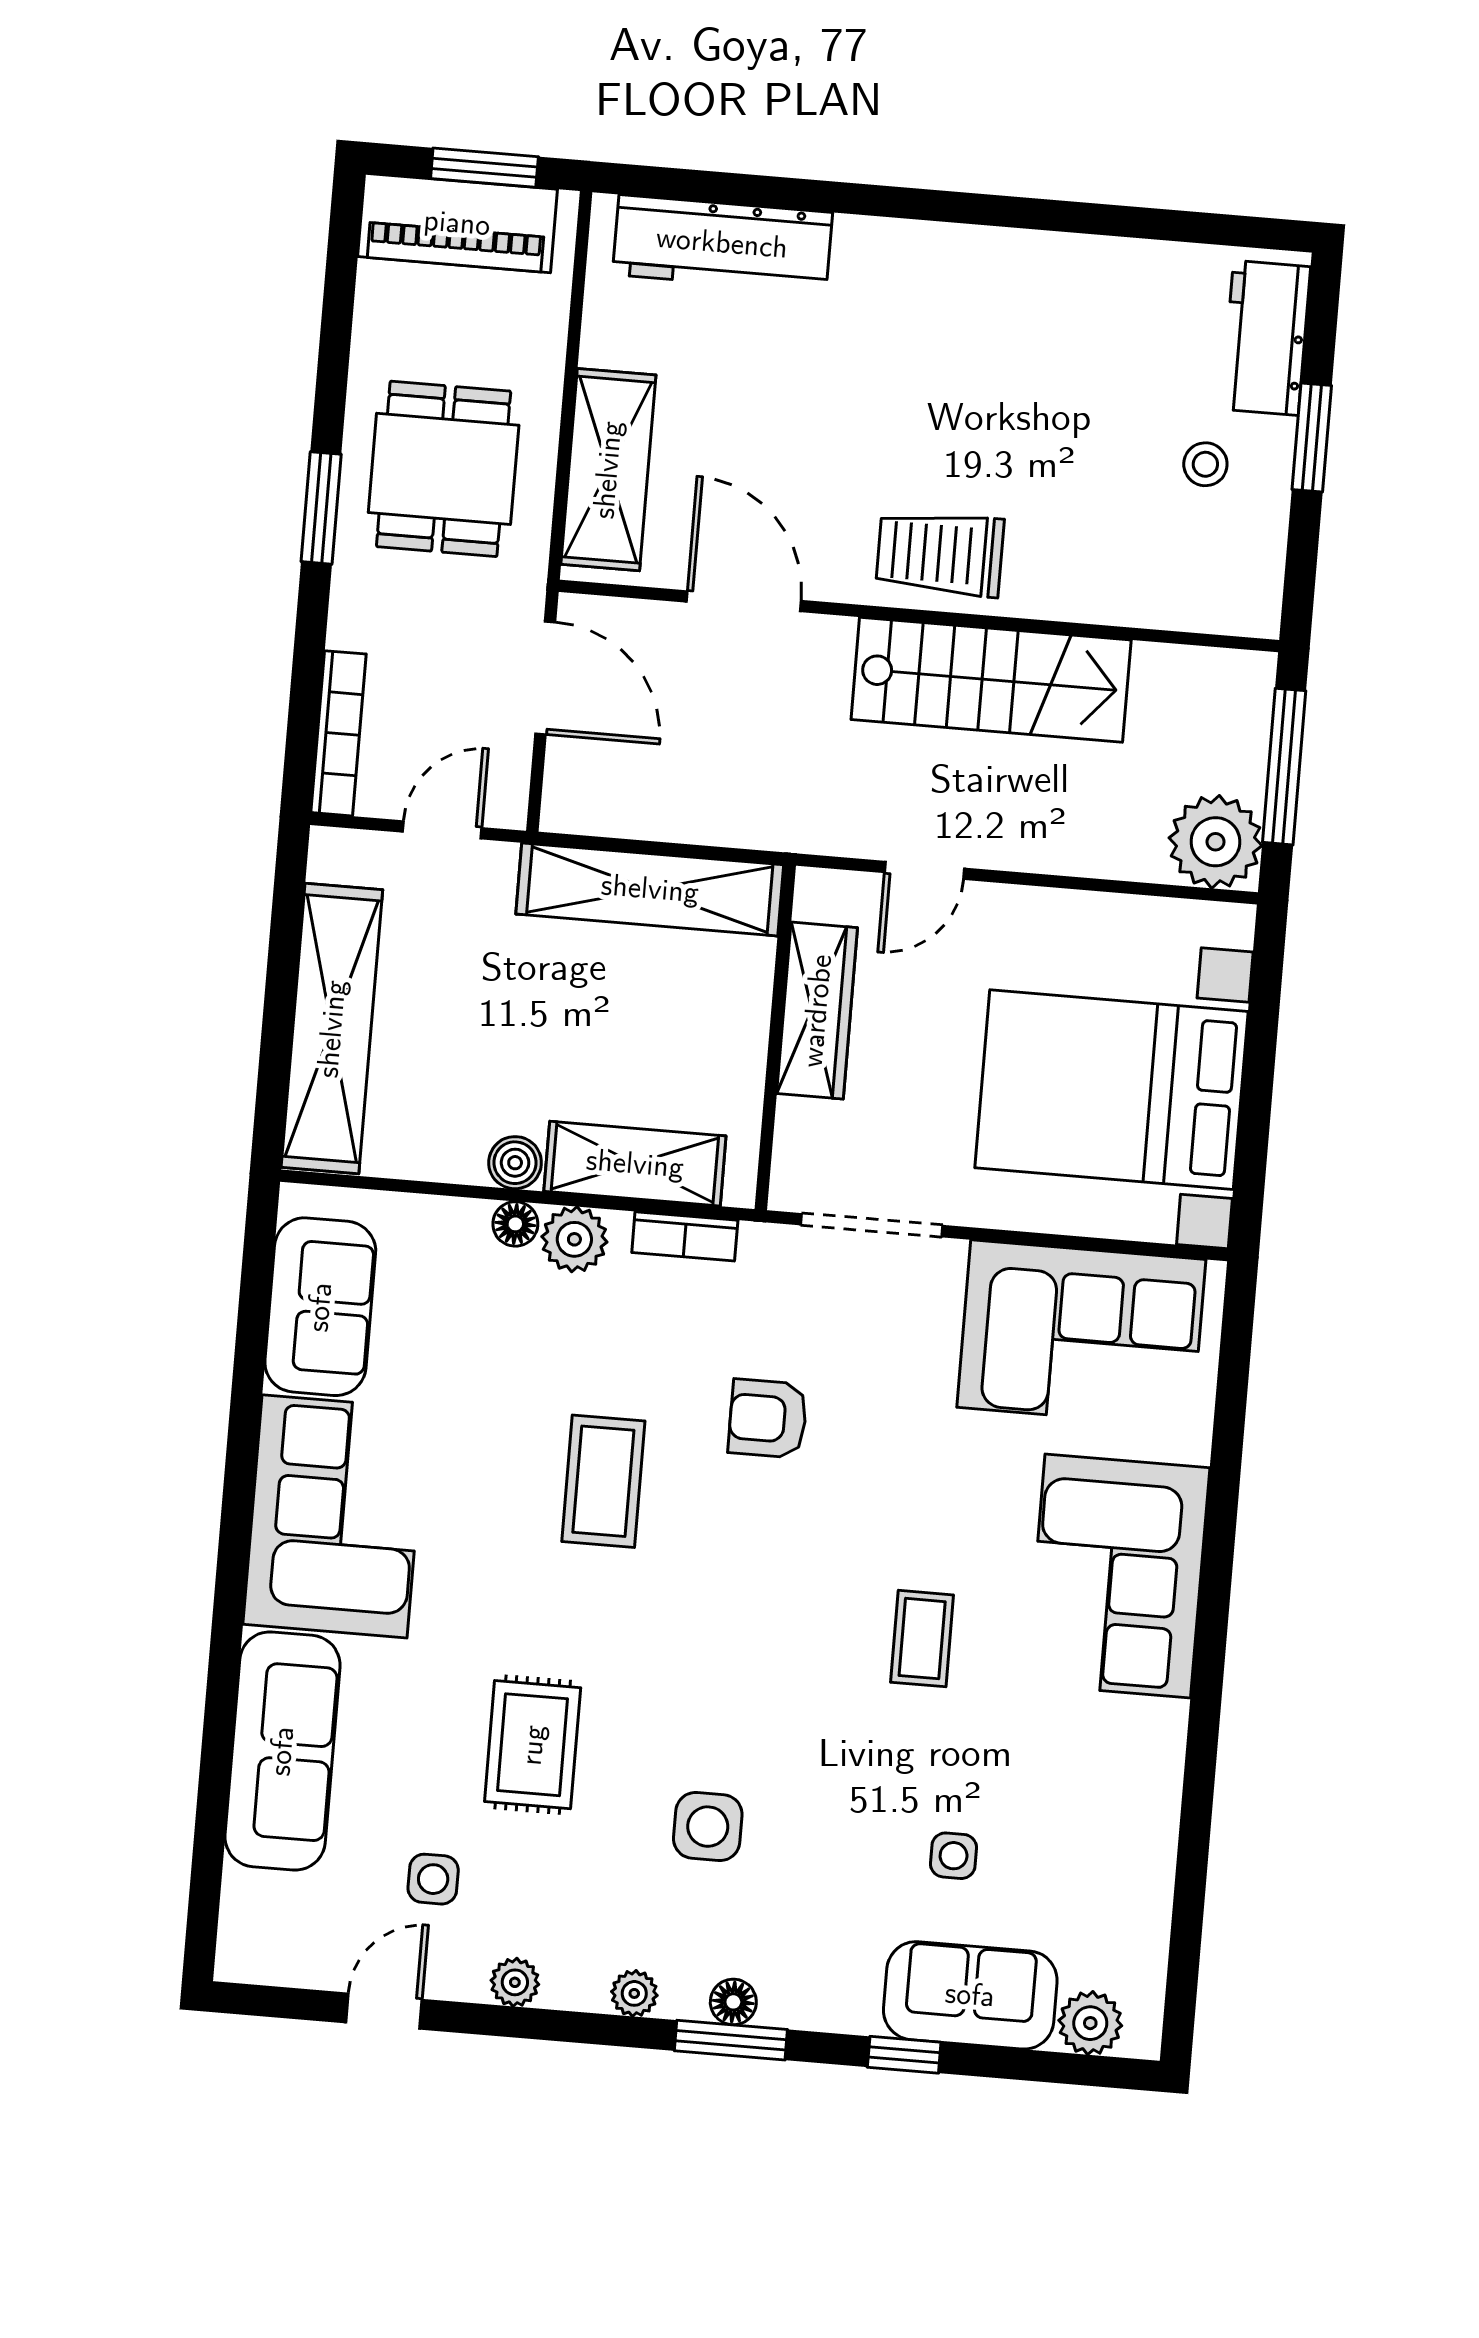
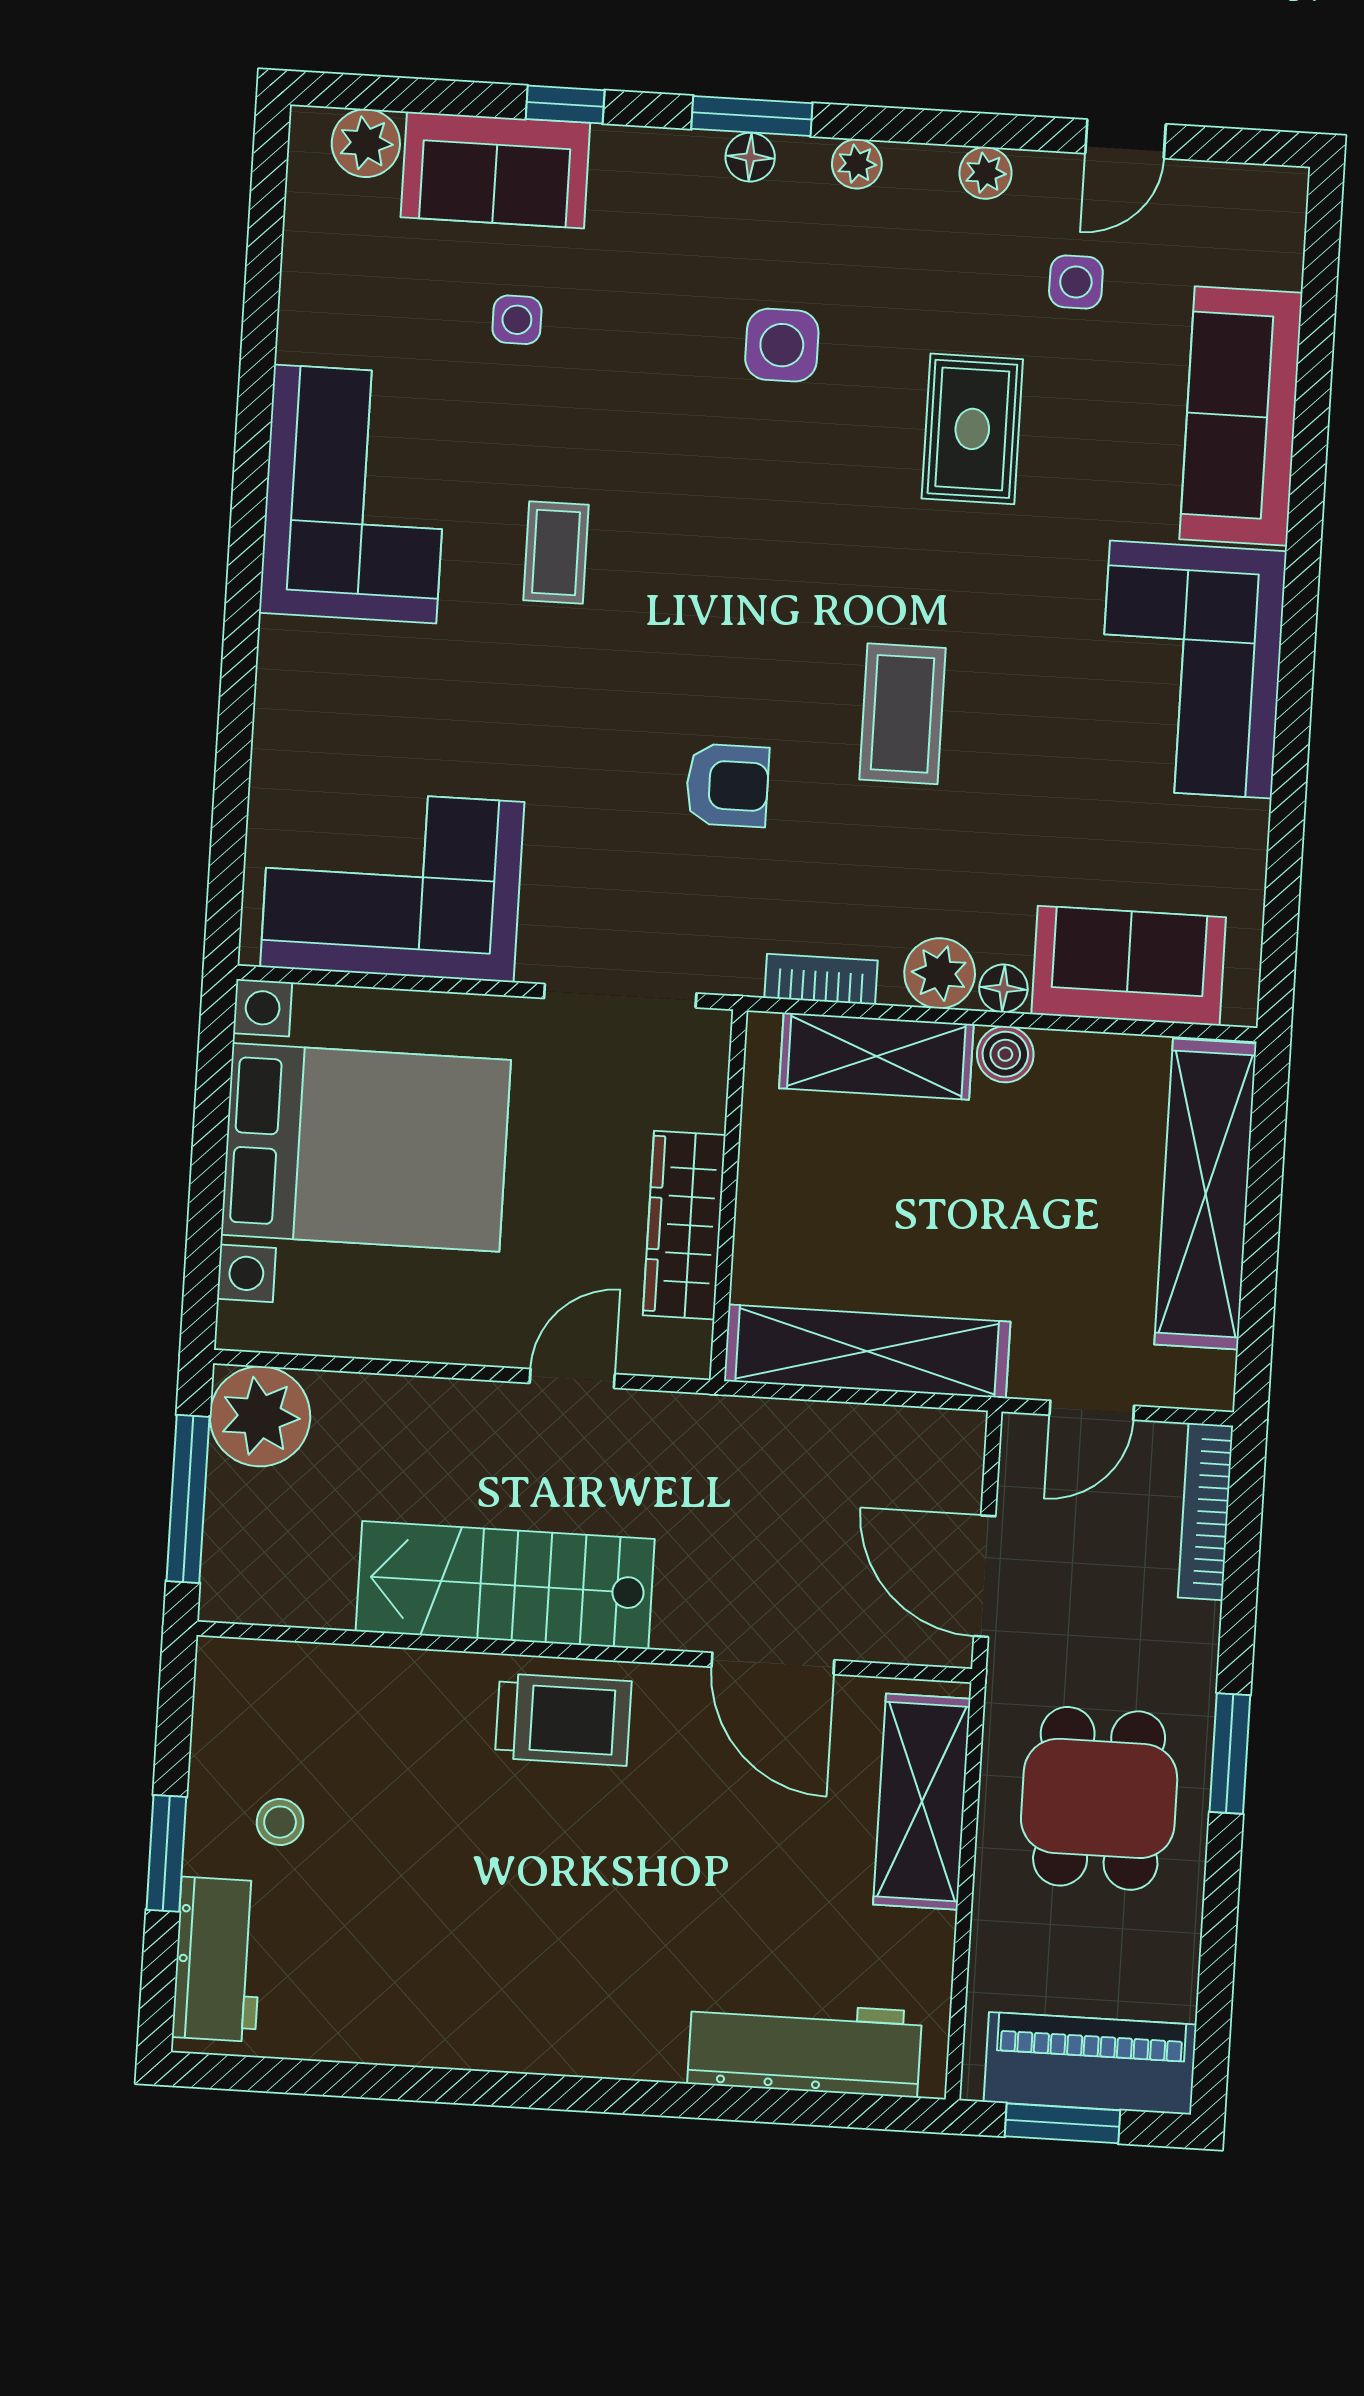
sofa: (320, 1307) -> (1129, 966), moved, turned 90
corner sofa: (1118, 1576) -> (355, 494), moved

